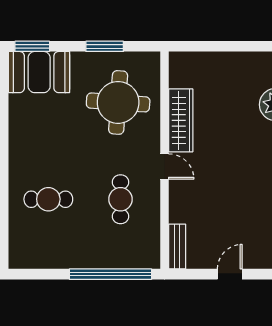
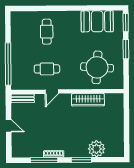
window: (105, 46) -> (126, 49), moved
booth: (39, 72) -> (97, 21), moved, turned 90
door: (164, 167) -> (52, 92), moved

